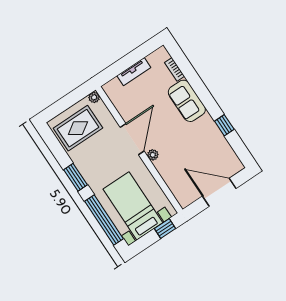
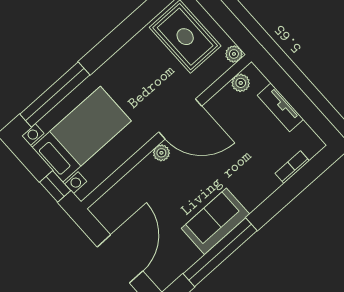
plant: (114, 96) -> (241, 83), added
sofa: (187, 101) -> (215, 221), moved
window: (224, 125) -> (220, 252), width x3.17
window: (76, 177) -> (112, 43), removed

